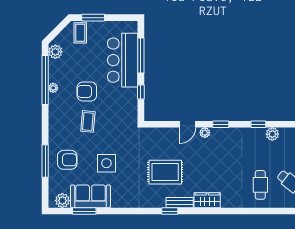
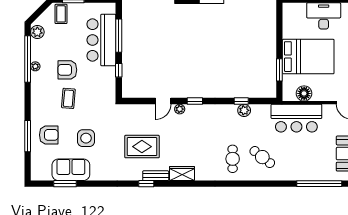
window: (258, 124) -> (241, 101), moved
plant: (62, 201) -> (44, 174), removed

